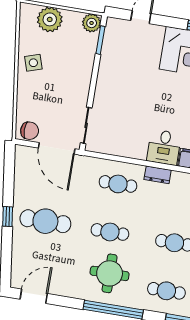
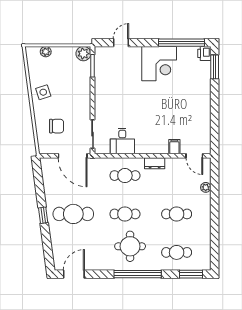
plant: (50, 19) -> (46, 52), width x0.53, depth x0.53
chair: (30, 131) -> (57, 126), moved
desk: (164, 147) -> (122, 141), moved

